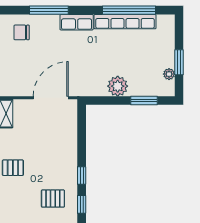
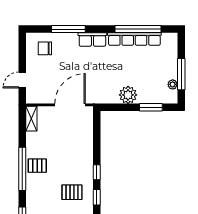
window: (179, 62) -> (181, 74), width x1.44

